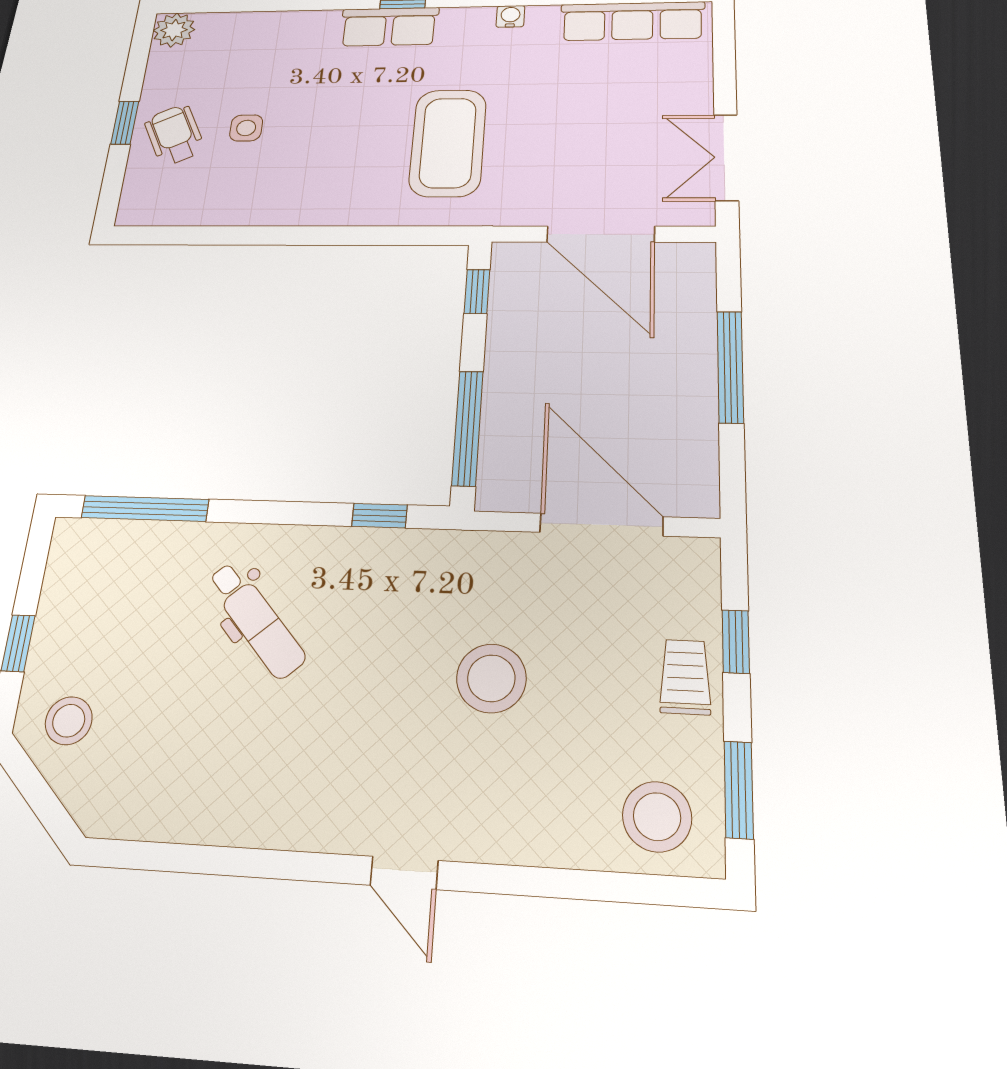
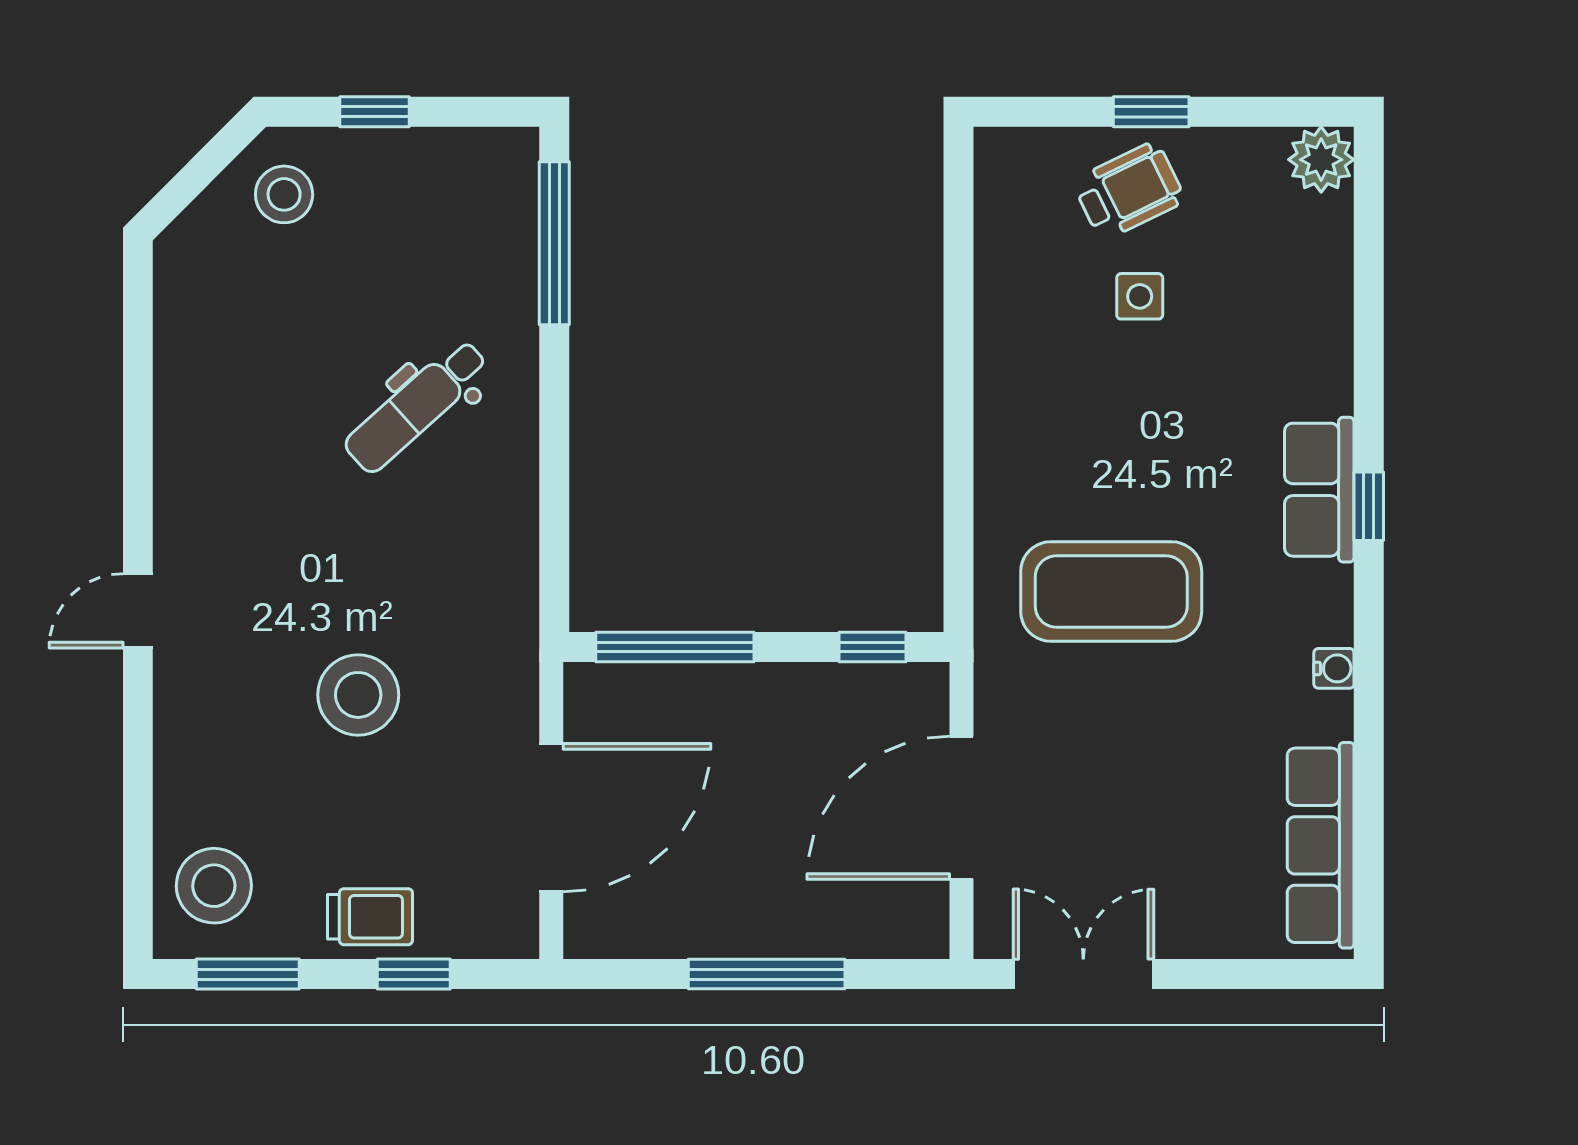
window: (380, 516) -> (554, 545), removed

